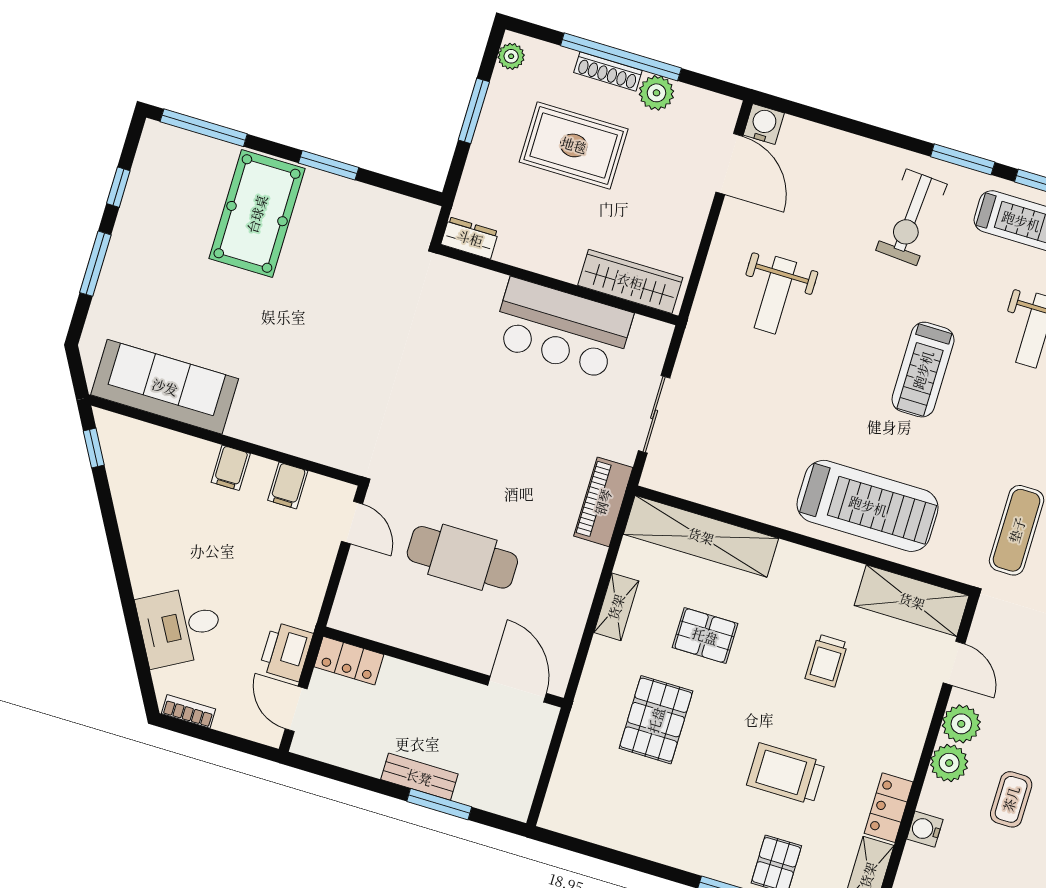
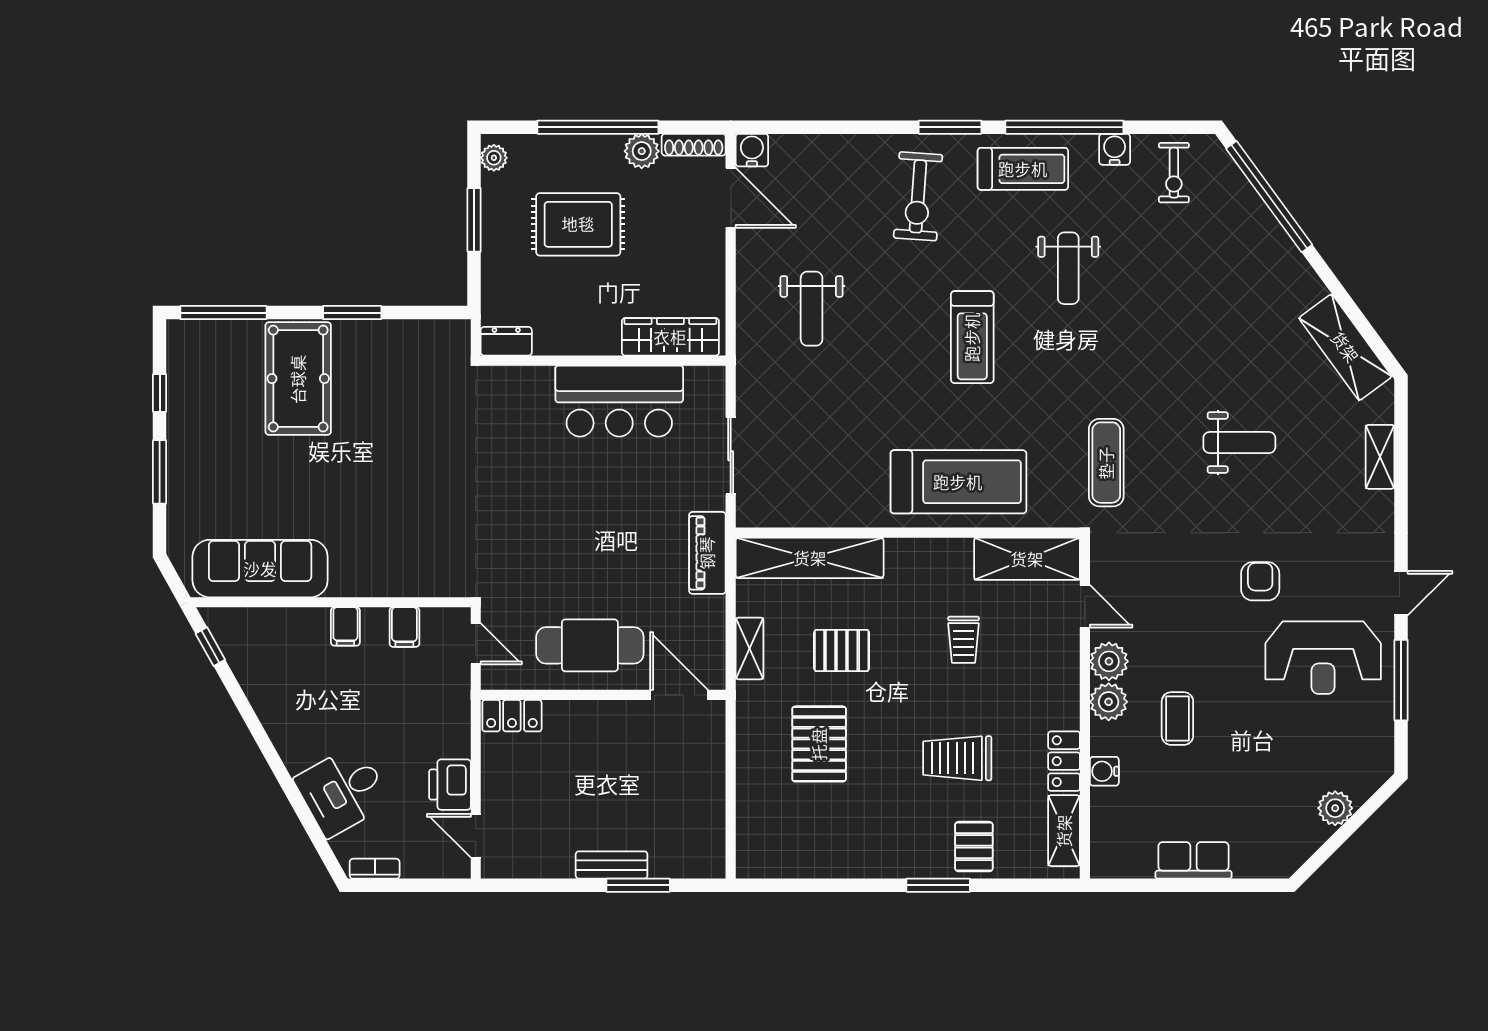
shoe rack: (608, 72) -> (694, 145), moved
locker: (349, 661) -> (512, 716), moved
wall: (443, 667) -> (603, 695), moved
door: (517, 689) -> (679, 695), moved

